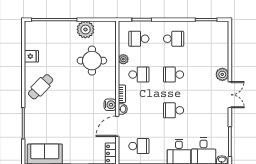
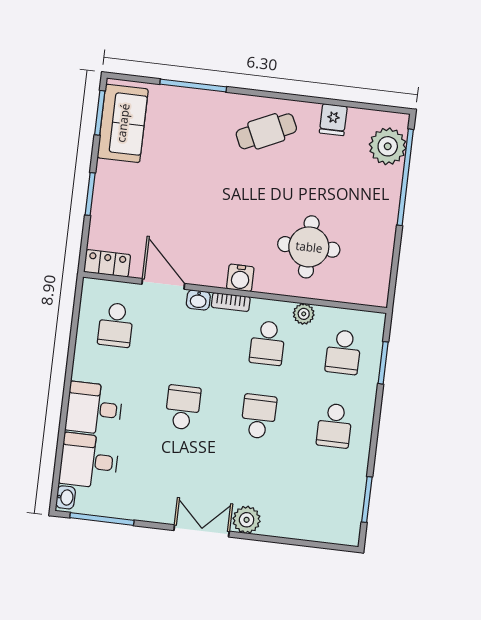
plant: (85, 29) -> (388, 146), moved
school desk: (139, 39) -> (343, 352), turned 180
cafe table: (41, 87) -> (266, 131), turned -69
double door: (230, 95) -> (202, 531), swing flipped
water cooler: (110, 105) -> (240, 278), moved

